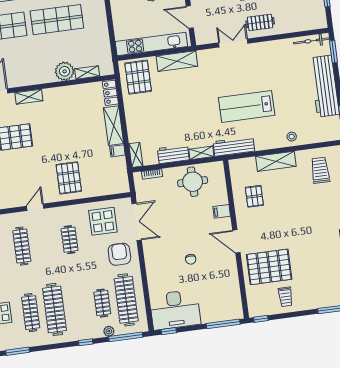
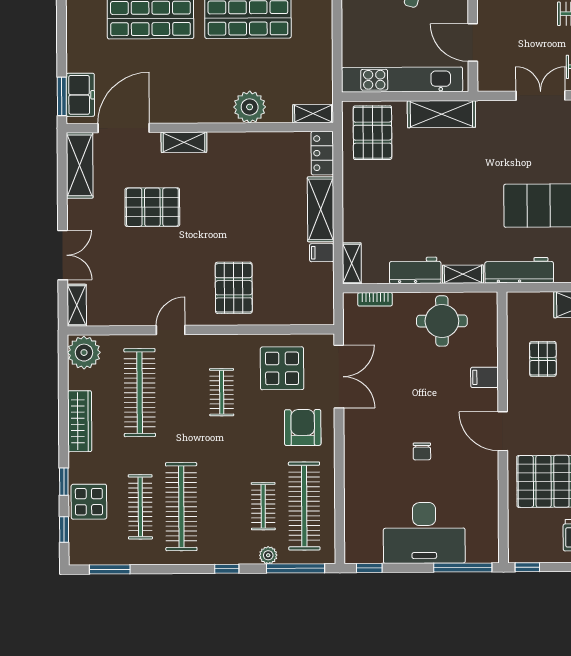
shelving: (87, 72) -> (313, 114), moved
clothes rail: (22, 246) -> (140, 393), width x1.37, depth x1.31
desk: (175, 310) -> (424, 533), moved

